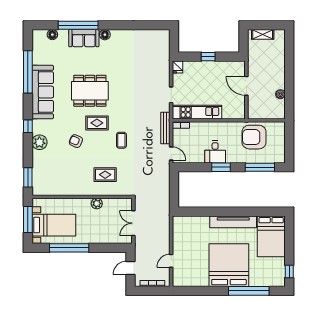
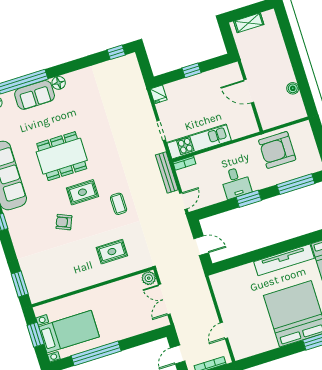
window: (156, 25) -> (116, 52), added
plant: (39, 142) -> (20, 237), removed
door: (171, 153) -> (183, 201), hinge flipped
door: (174, 191) -> (201, 246), added
plant: (97, 203) -> (149, 278), moved
window: (28, 219) -> (36, 335), width x0.69

